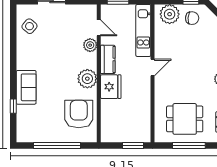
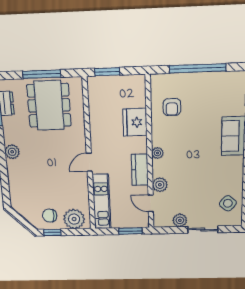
plant: (73, 11) -> (180, 220), added
plant: (87, 79) -> (157, 153), width x0.53, depth x0.53
fridge: (111, 87) -> (135, 122), moved
armchair: (79, 114) -> (172, 107), width x0.53, depth x0.53
dining table: (185, 119) -> (49, 105), width x1.37

